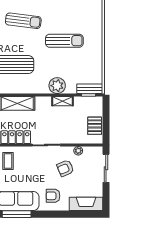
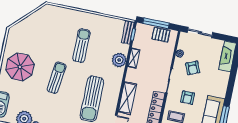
window: (106, 118) -> (156, 23), added
armchair: (53, 196) -> (188, 98), moved

